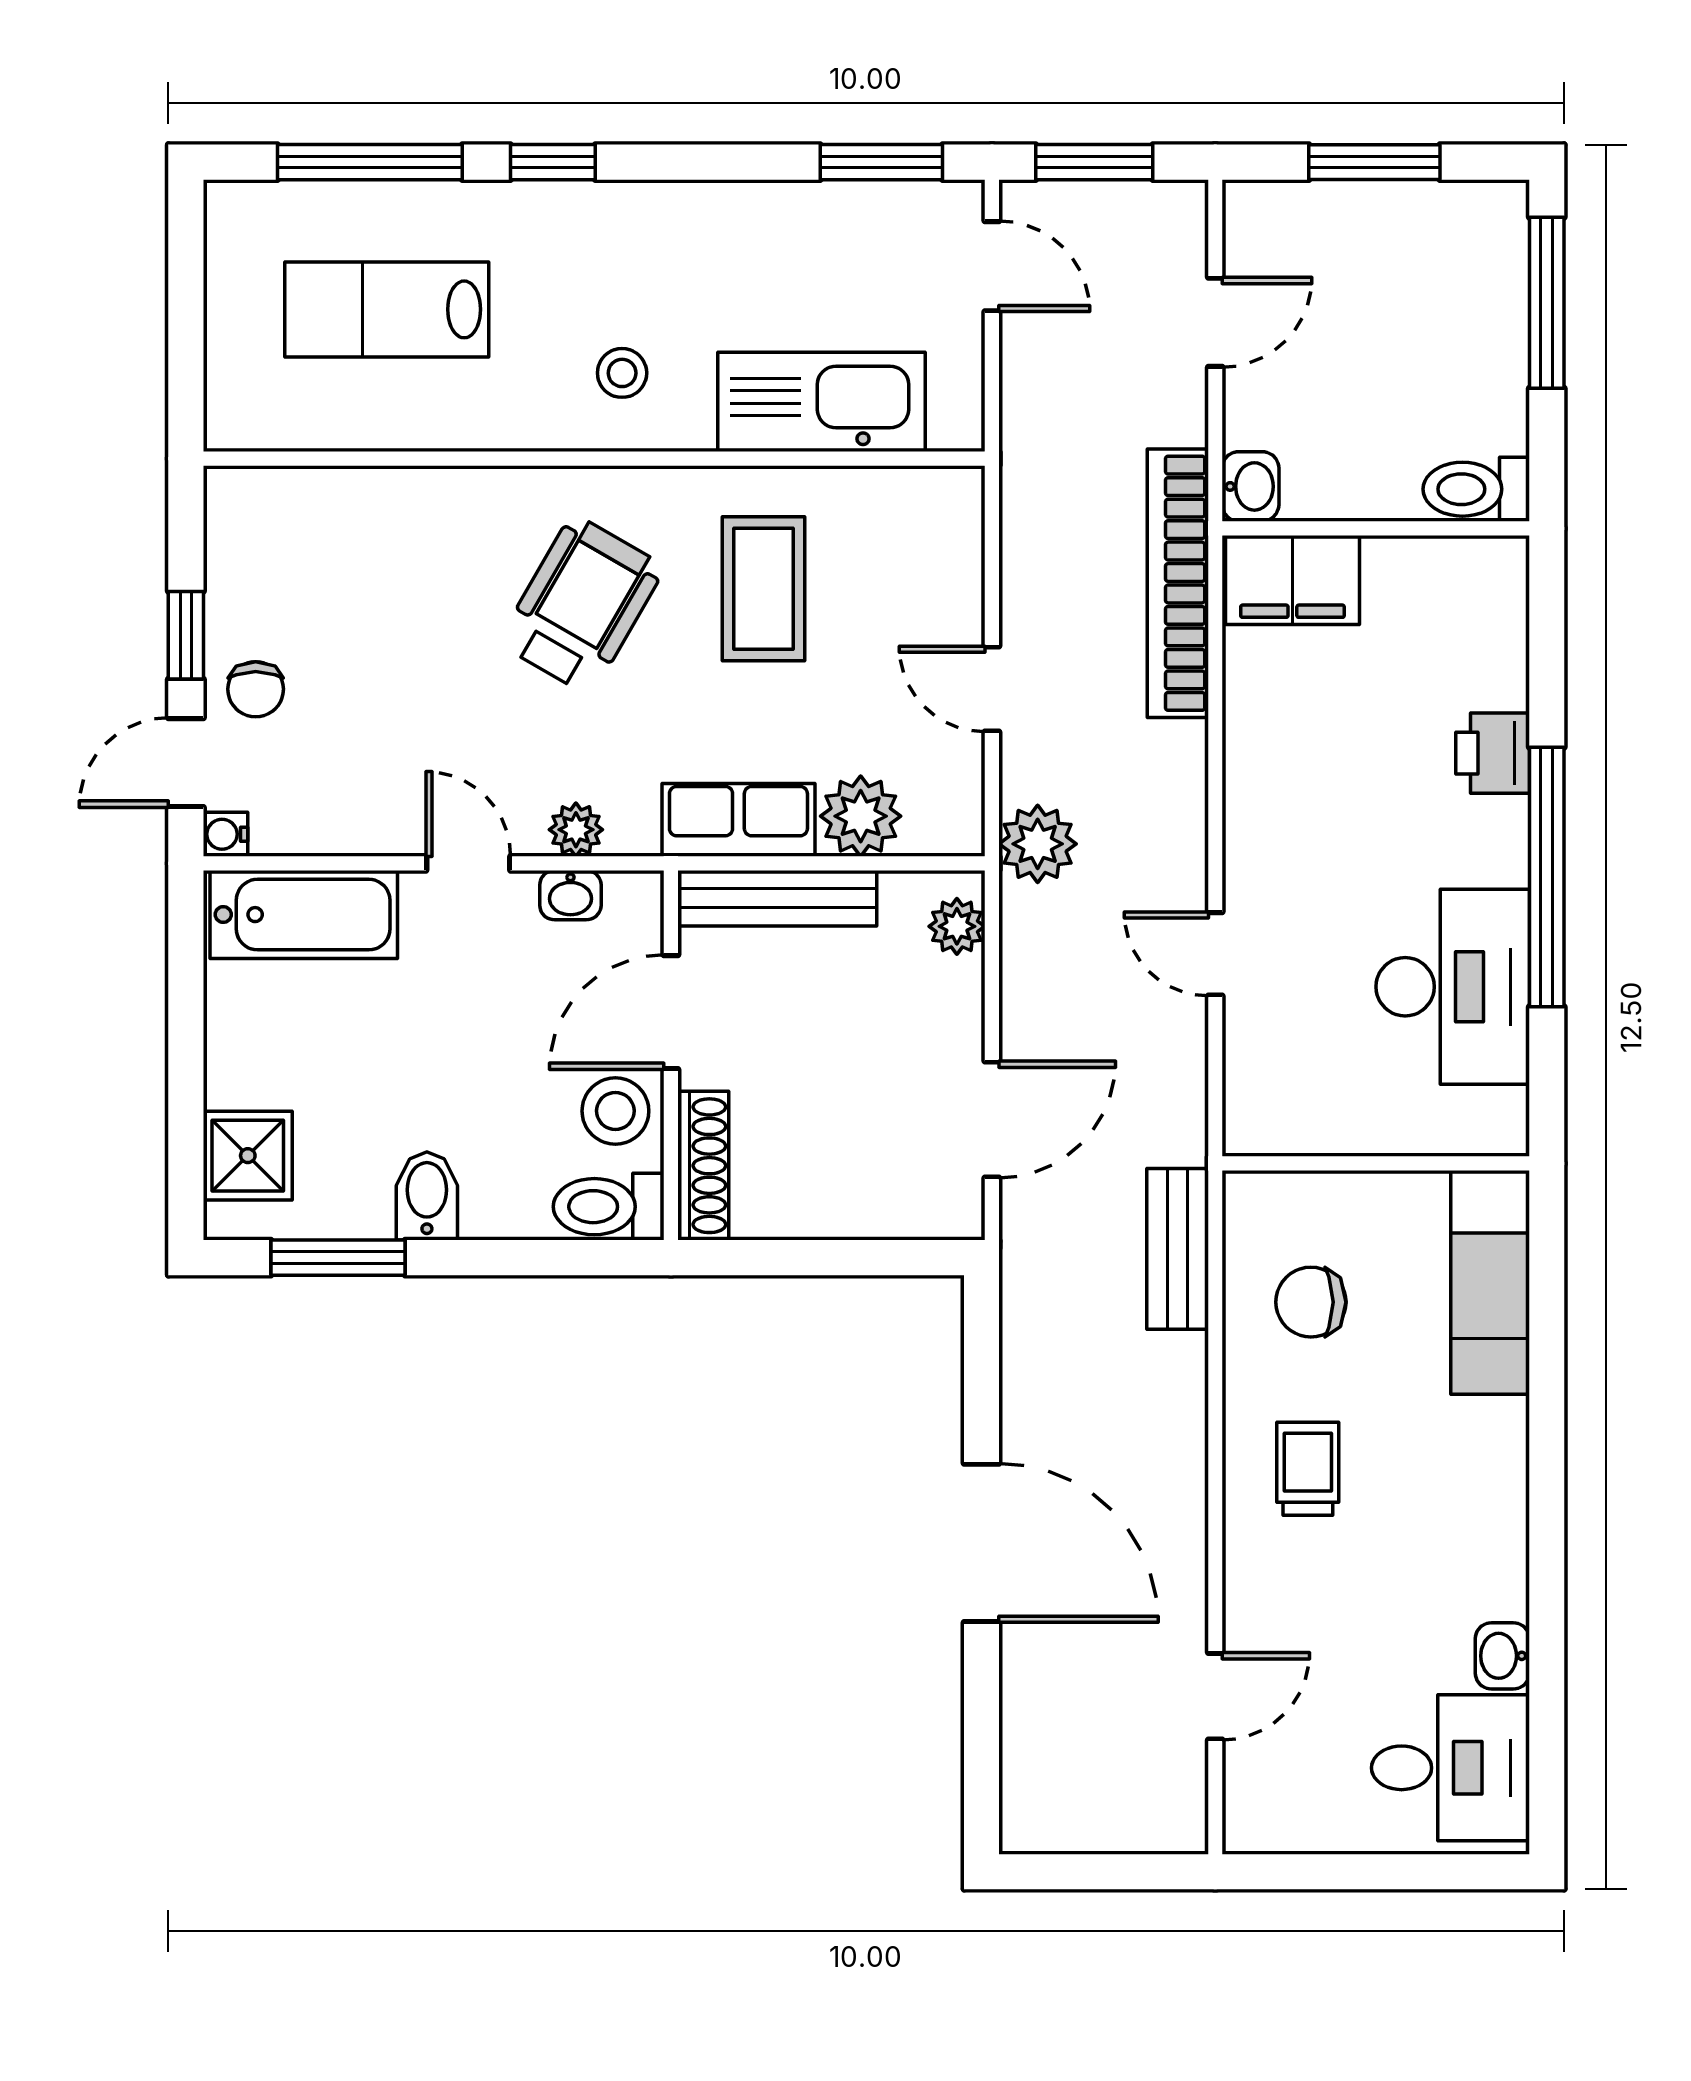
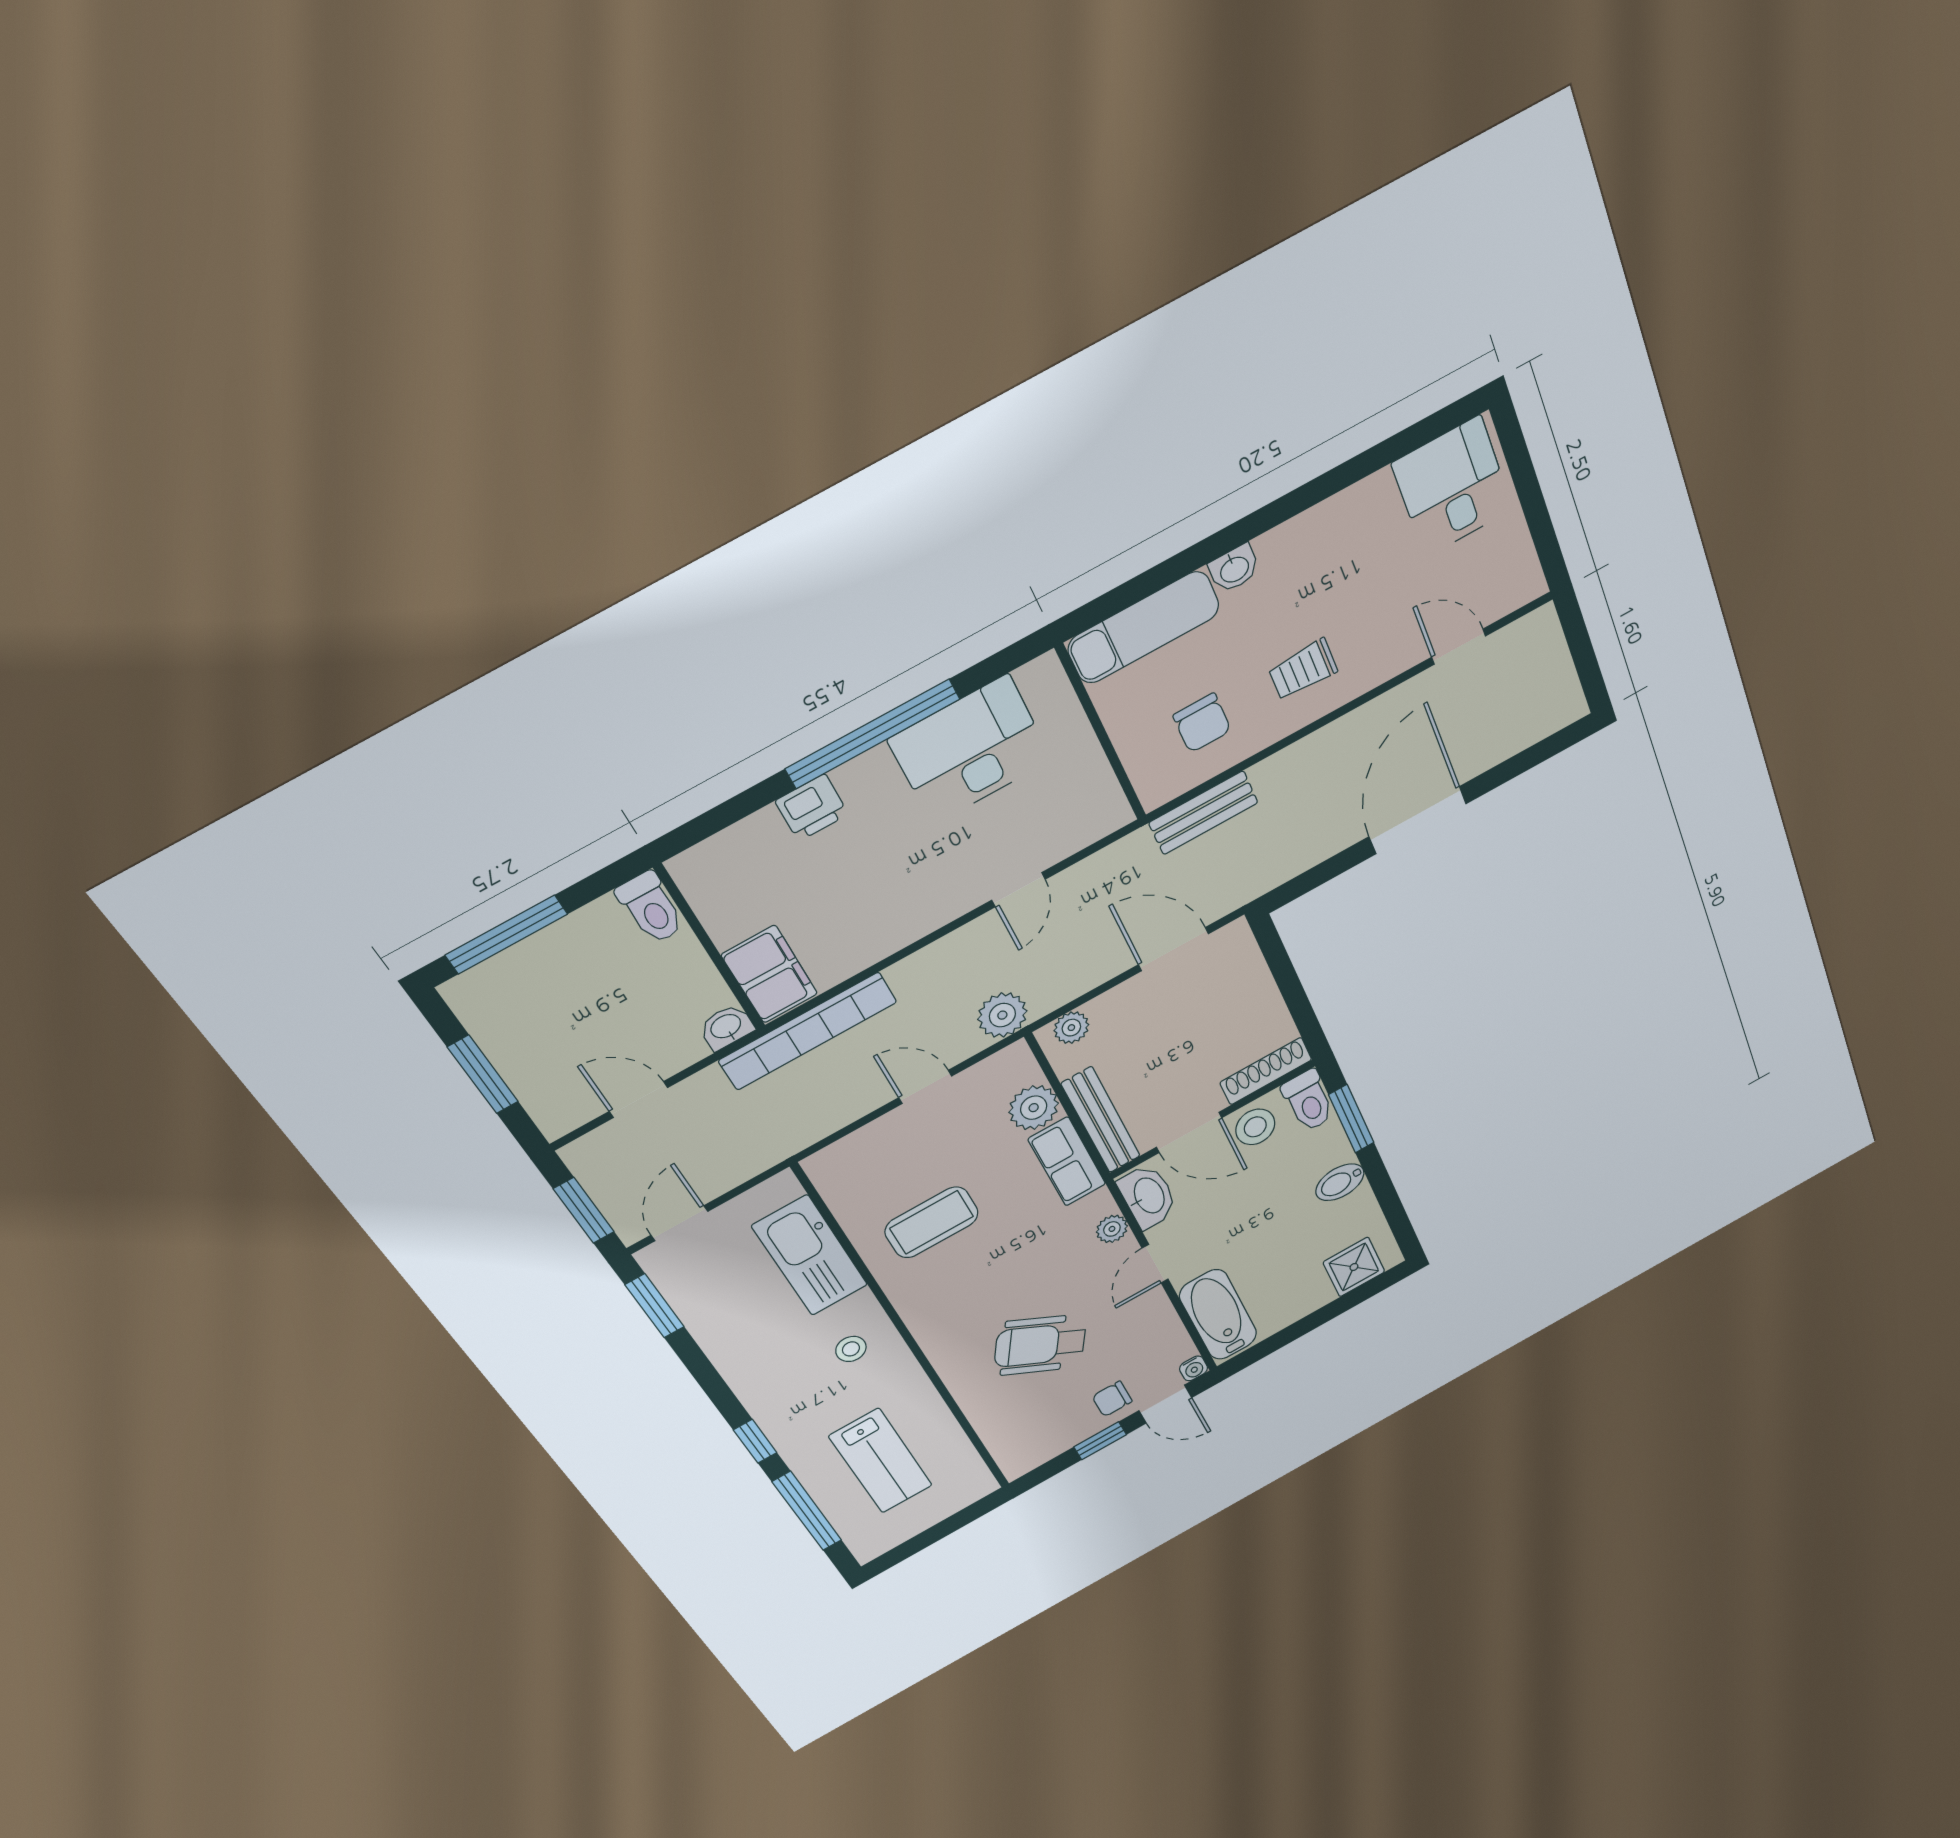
wheelchair: (582, 605) -> (1040, 1345), moved
chair: (256, 689) -> (1112, 1399), turned 180
door: (992, 689) -> (925, 1087), swing flipped
washbasin: (570, 895) -> (1148, 1196), width x1.91, depth x1.45
window: (338, 1258) -> (1351, 1119), moved
washbasin: (1502, 1656) -> (1234, 569), moved

